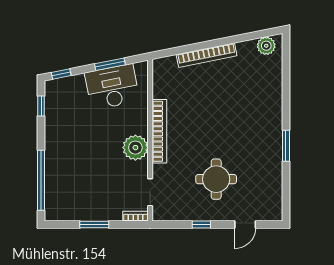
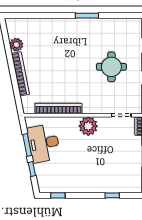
plant: (266, 46) -> (16, 45), moved
window: (61, 74) -> (32, 169), moved
bookcase: (159, 131) -> (58, 108), moved
window: (41, 180) -> (112, 195), width x0.32

